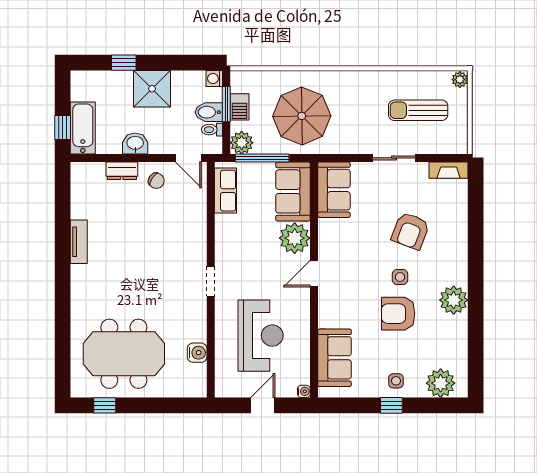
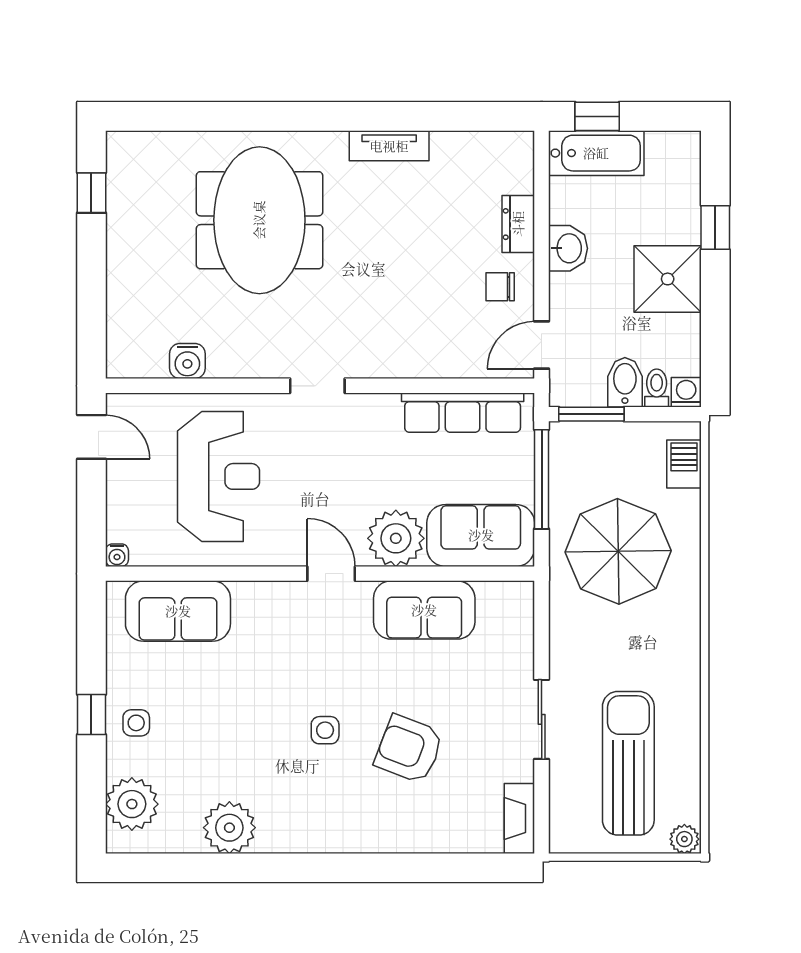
window: (226, 104) -> (591, 414), moved
barbecue: (240, 107) -> (684, 464), moved, turned 90
sun lounger: (418, 110) -> (628, 763), width x1.36, depth x1.34
toilet: (212, 130) -> (657, 388), moved
plant: (242, 143) -> (569, 442), removed
chair: (156, 181) -> (500, 287), turned 56
sofa: (334, 190) -> (424, 610), moved
row of seats: (225, 191) -> (463, 413), width x1.48
plant: (454, 300) -> (229, 828), moved
armchair: (398, 314) -> (258, 727), removed
reception desk: (261, 336) -> (219, 476), turned -90
meeting table: (124, 354) -> (259, 220), moved
door: (263, 405) -> (91, 437), moved

